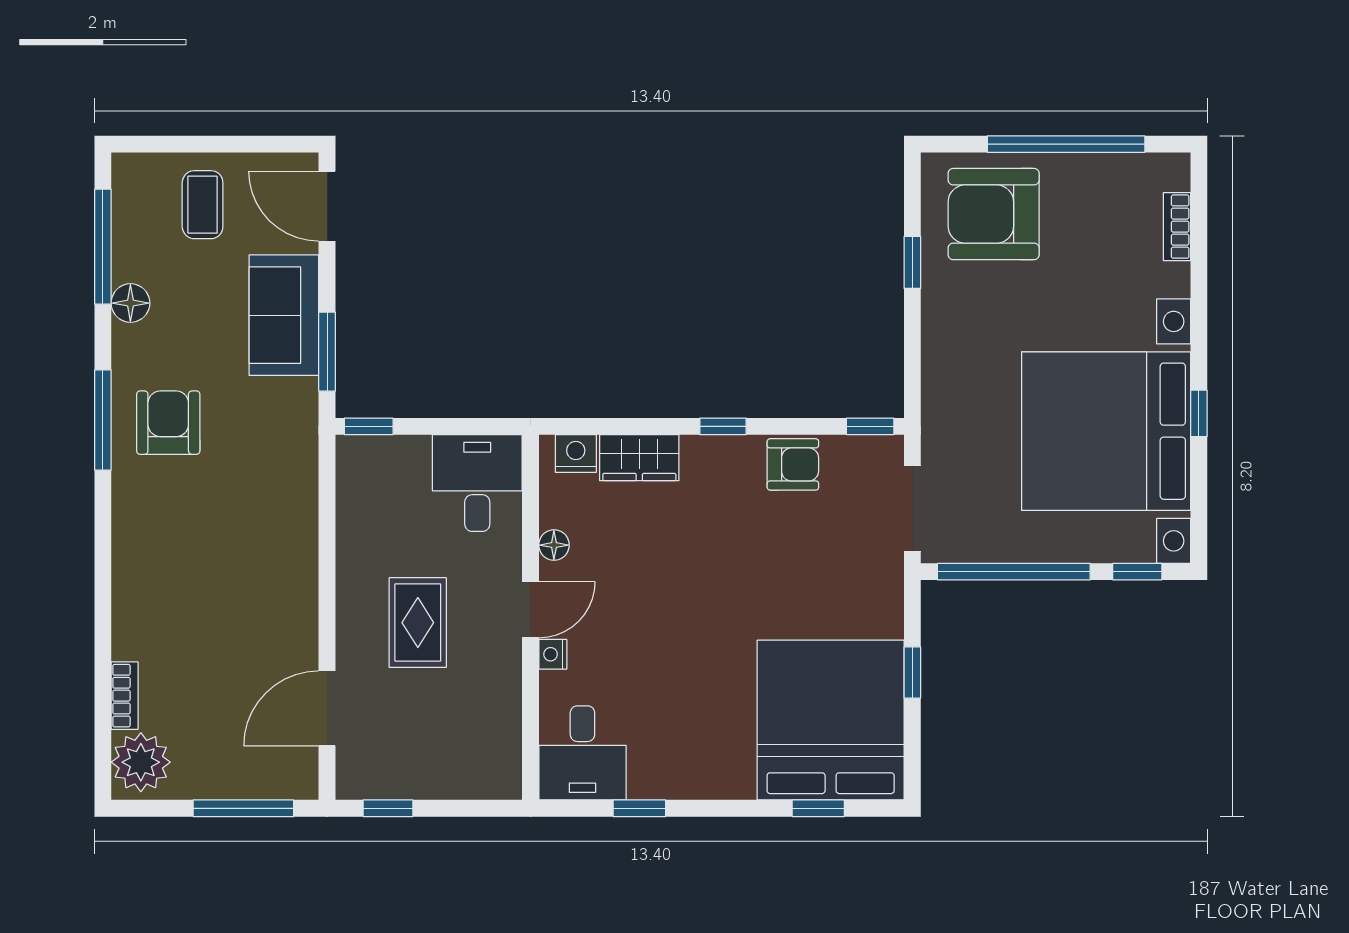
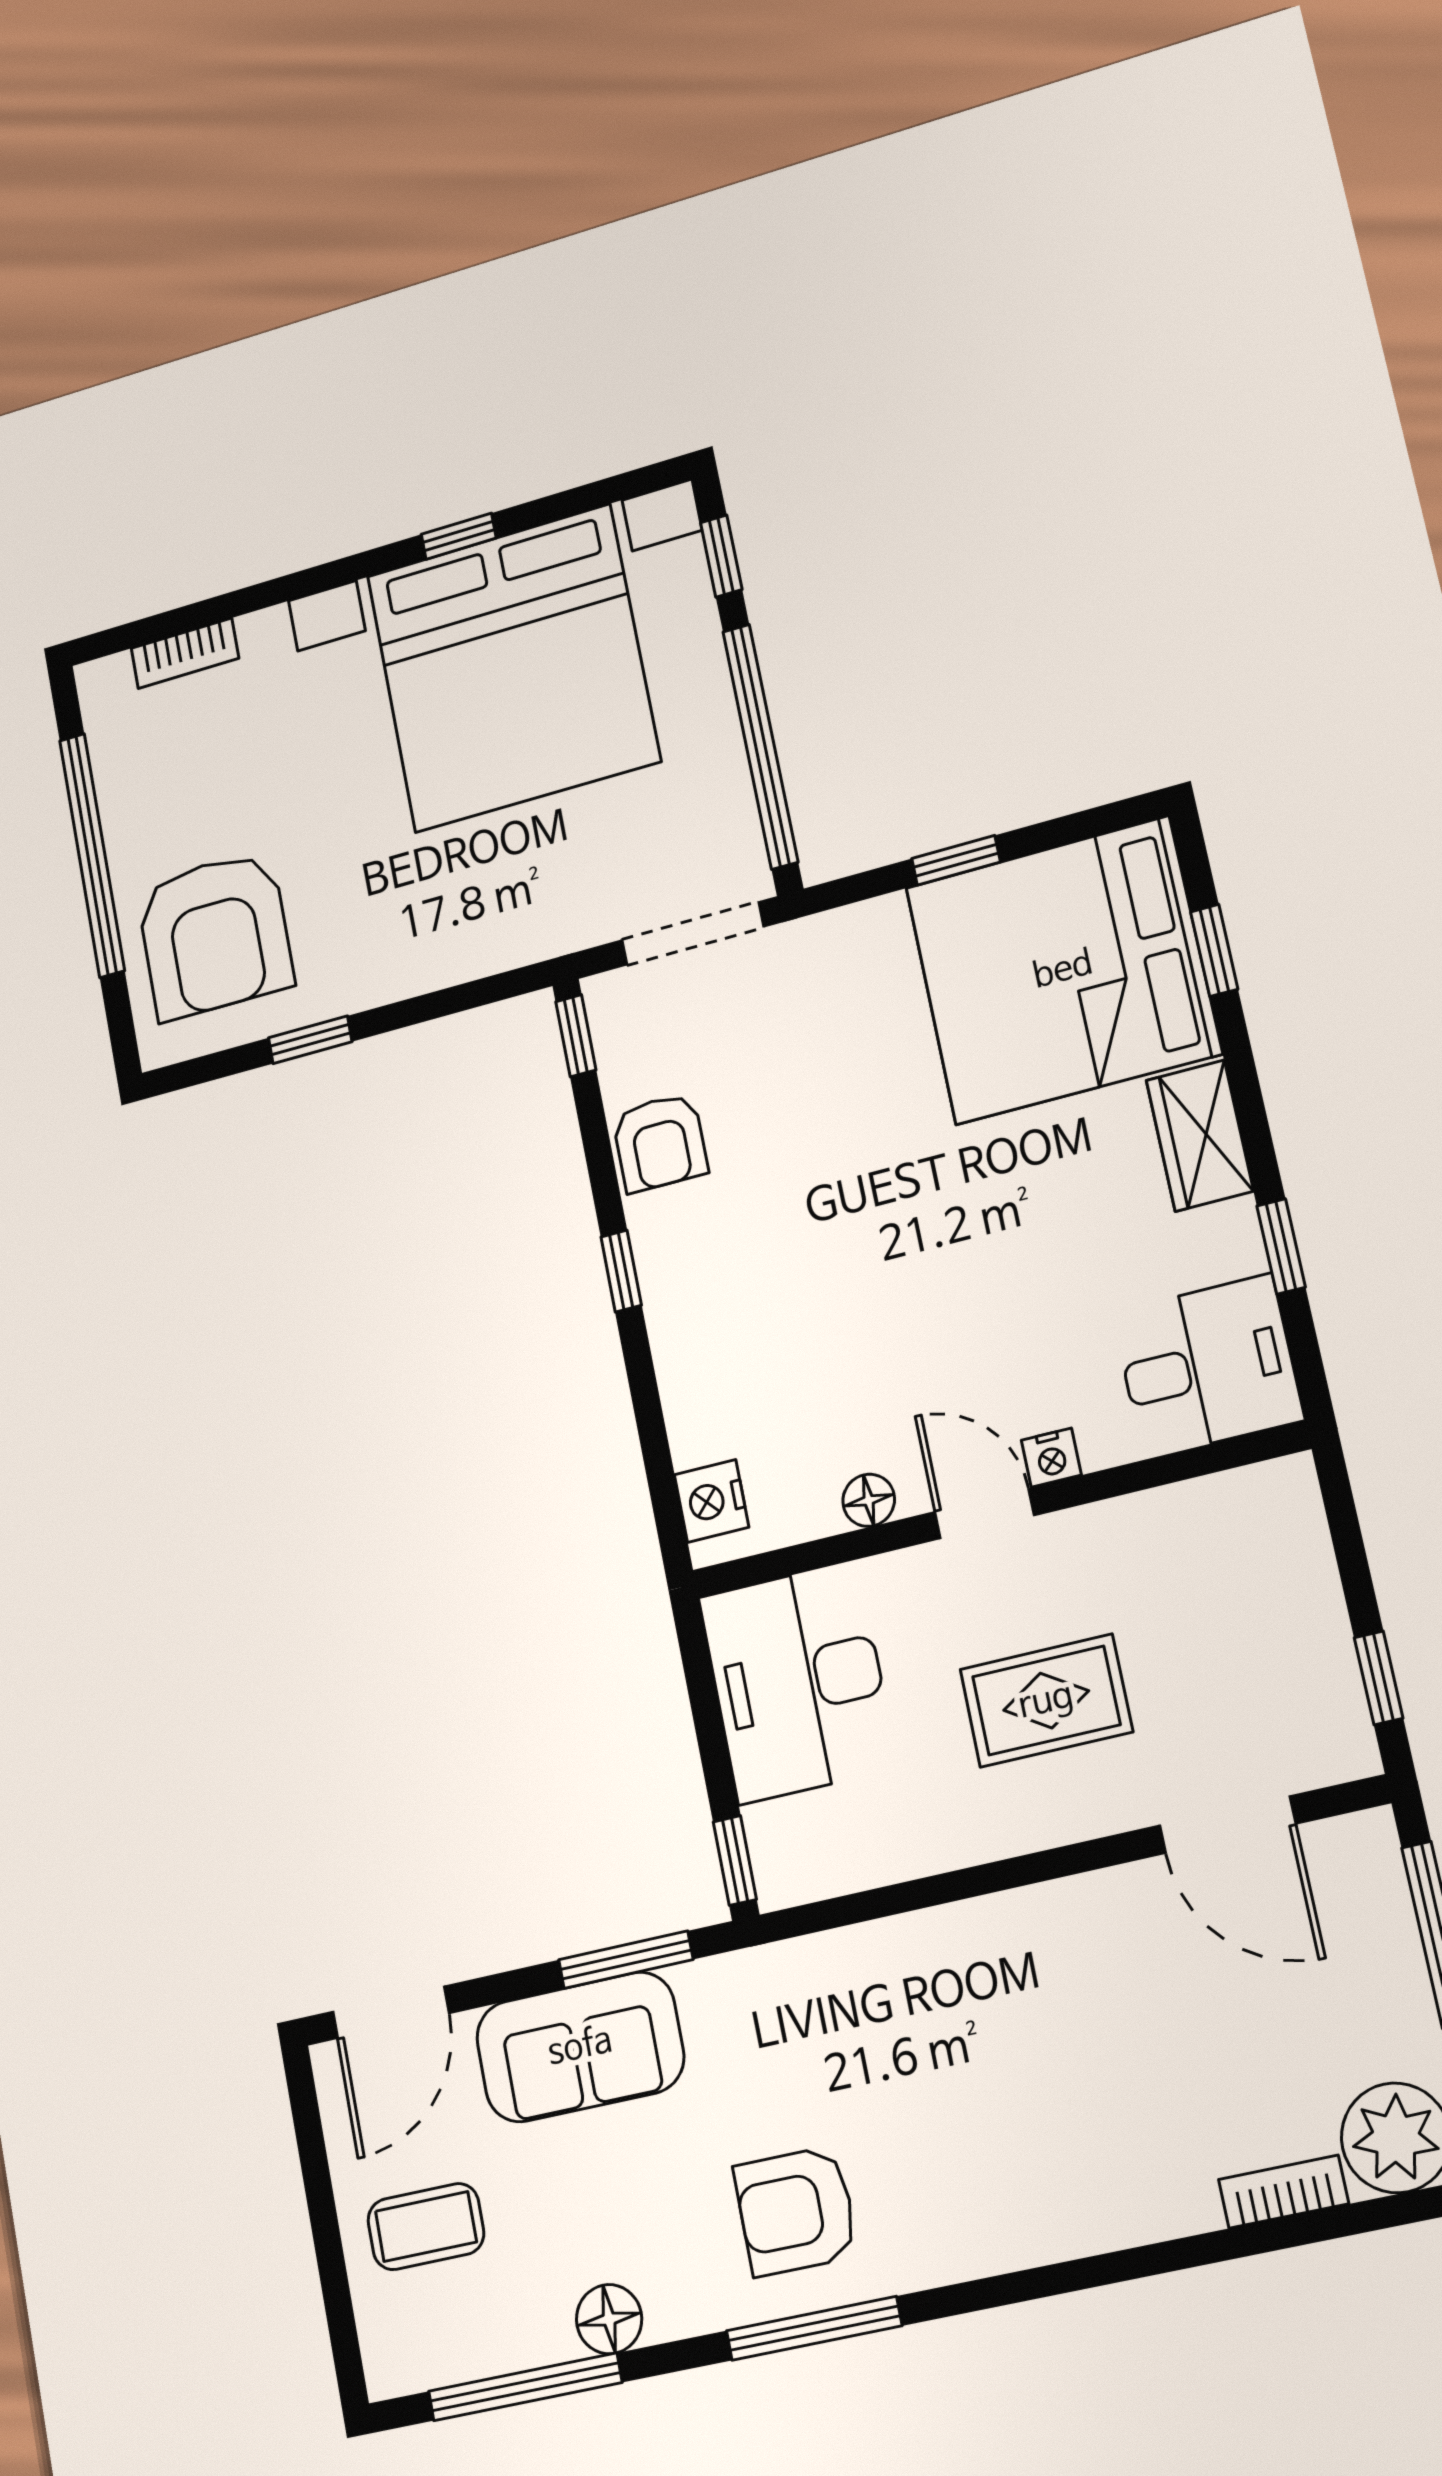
wardrobe: (639, 458) -> (1200, 1136), moved, turned 180
armchair: (793, 464) -> (660, 1142), turned 180
desk: (477, 483) -> (798, 1682), width x1.37

